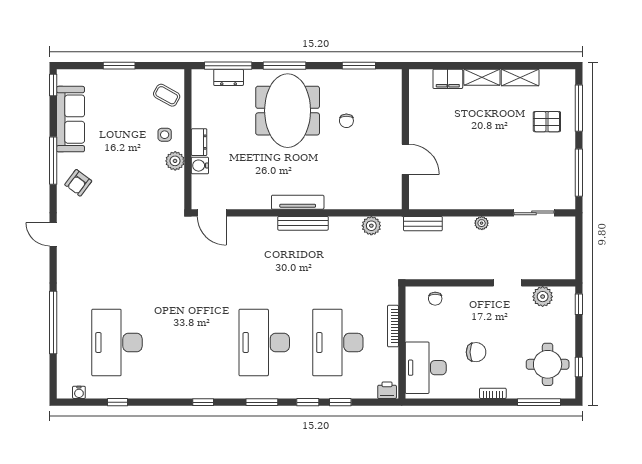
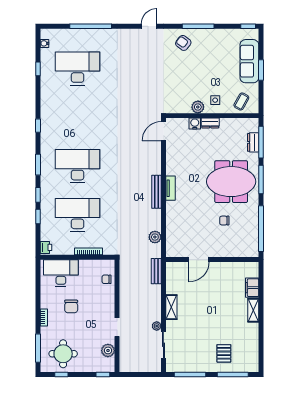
window: (359, 66) -> (261, 229), width x2.11
shelving: (520, 77) -> (171, 307), moved
sofa: (70, 119) -> (249, 61), moved, turned 90
tv unit: (298, 202) -> (170, 188), width x0.71
plant: (482, 223) -> (157, 326), moved

